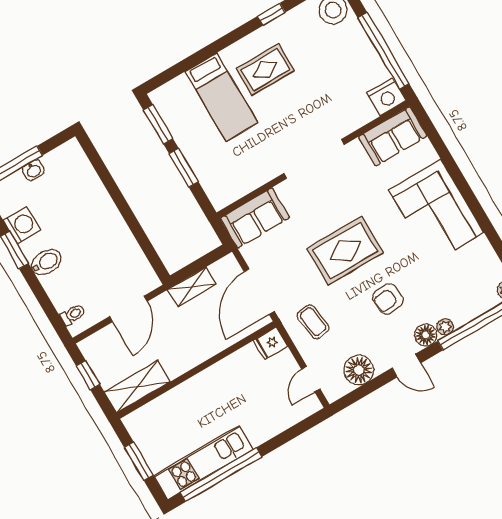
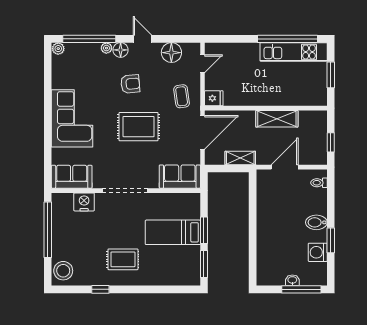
bed: (222, 97) -> (173, 232), moved, turned -90
nightstand: (387, 97) -> (84, 202), moved
shelving: (137, 387) -> (277, 119), moved

